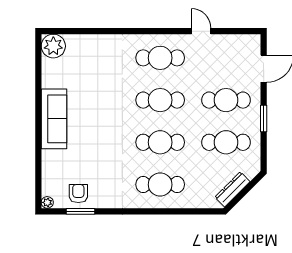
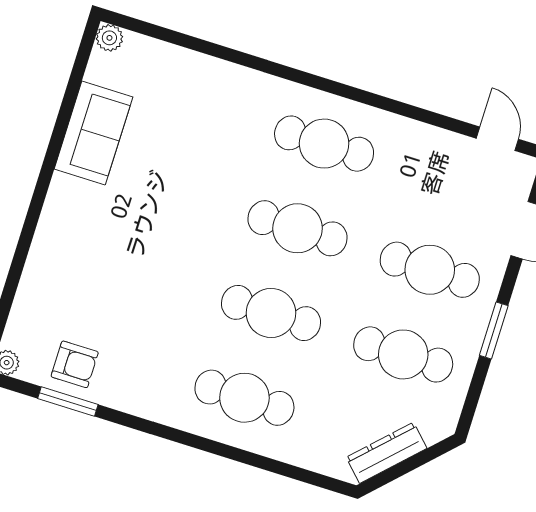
door: (201, 31) -> (497, 139), moved
plant: (53, 46) -> (109, 38), width x0.53, depth x0.53
sofa: (54, 119) -> (94, 133), moved, width x0.73
armchair: (78, 194) -> (75, 364), turned 90

